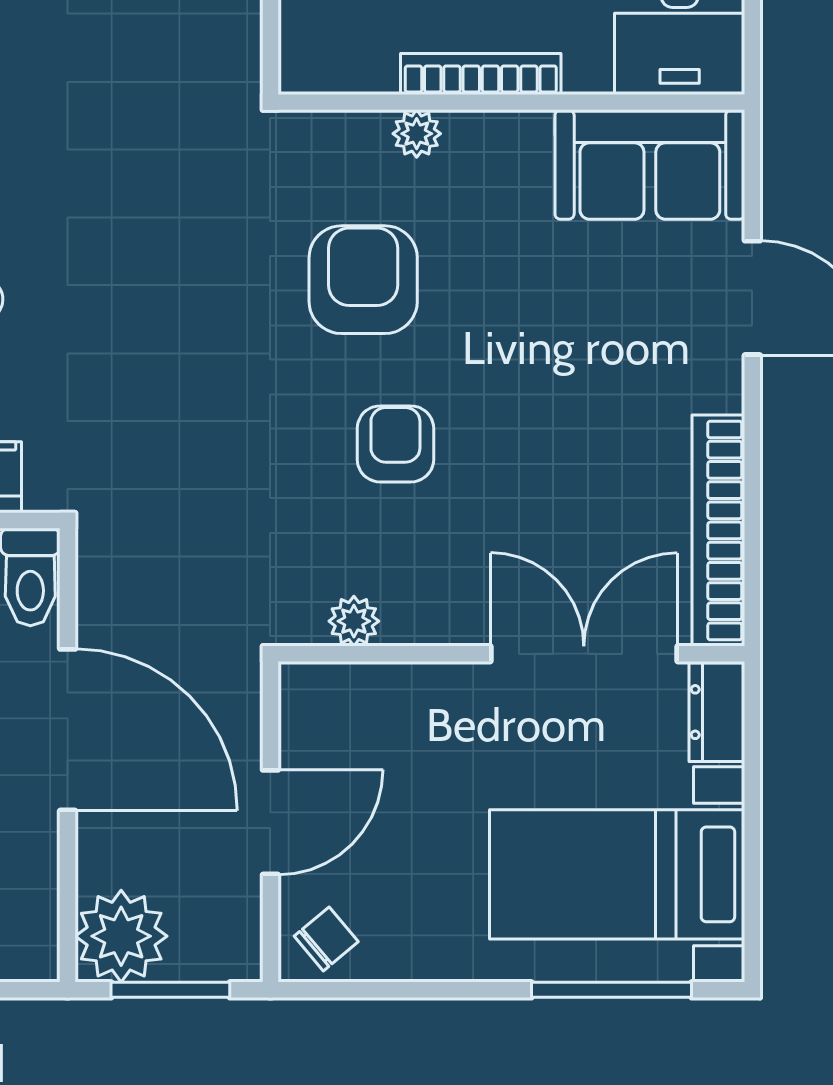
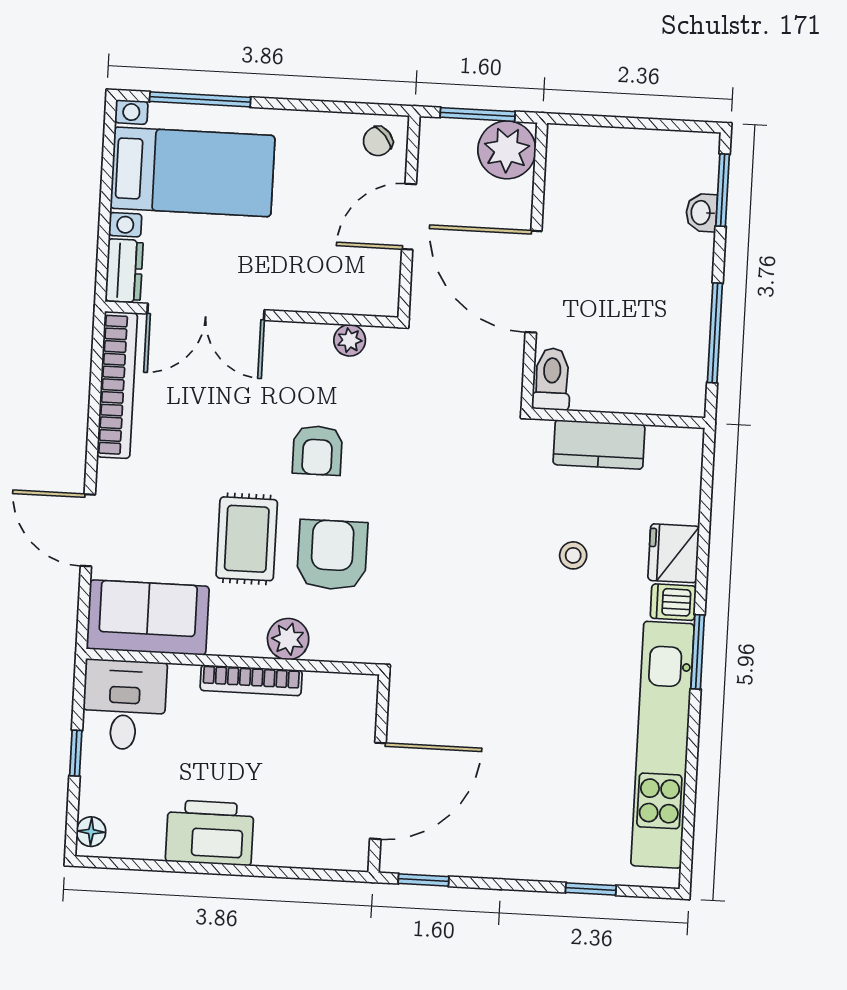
plant: (417, 134) -> (288, 639), width x1.38, depth x1.38
armchair: (363, 280) -> (332, 555), turned 180
rug: (500, 298) -> (247, 539), added

